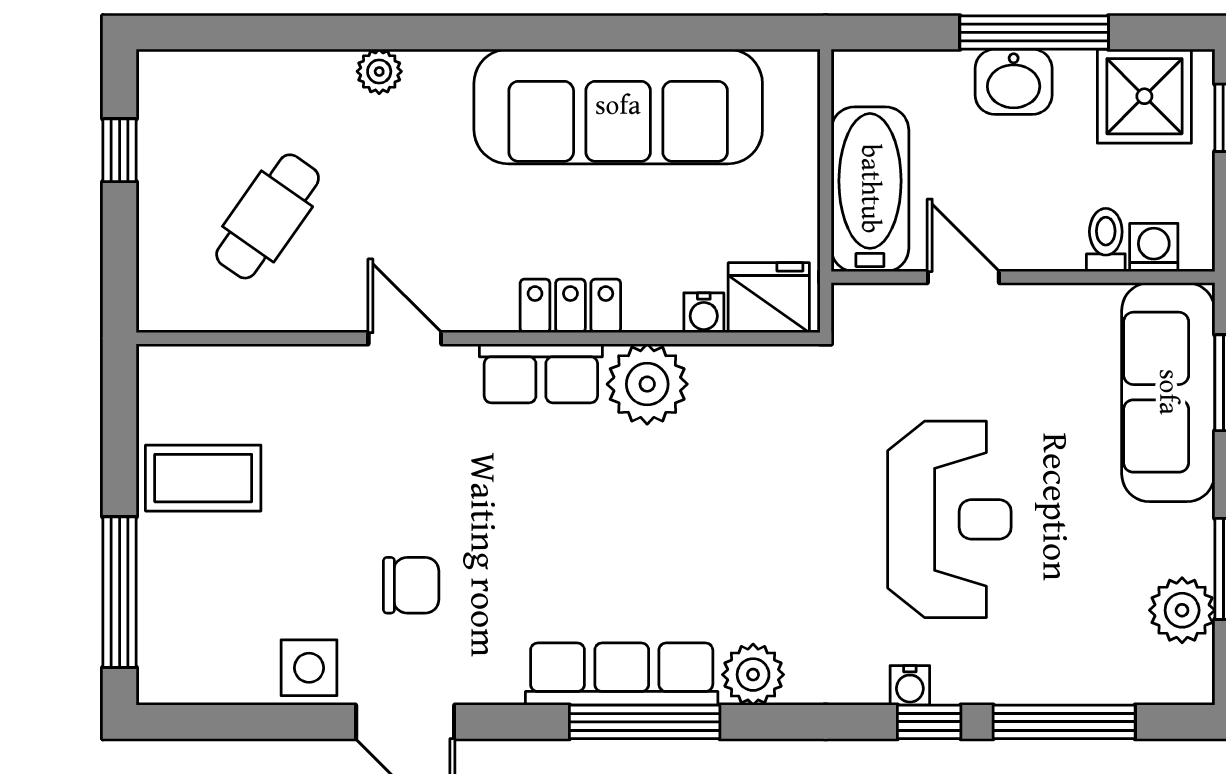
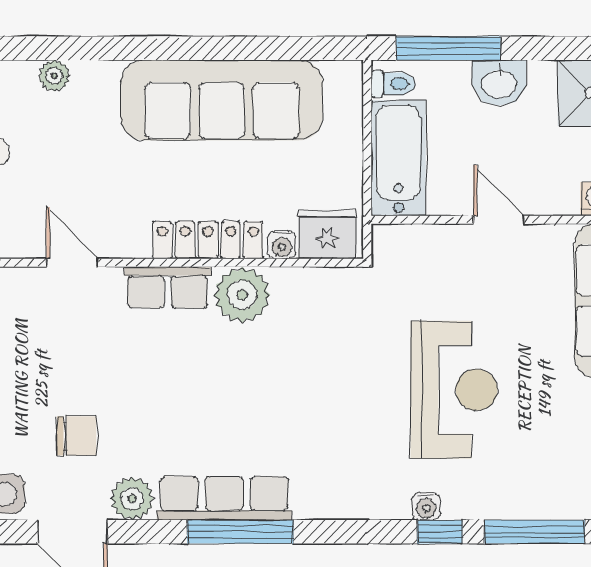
window: (1034, 32) -> (448, 48), moved
toilet: (1106, 240) -> (393, 84), moved, turned 90
door: (963, 277) -> (499, 220), moved
locker: (570, 306) -> (208, 240), width x1.53
plant: (753, 675) -> (132, 499), moved

